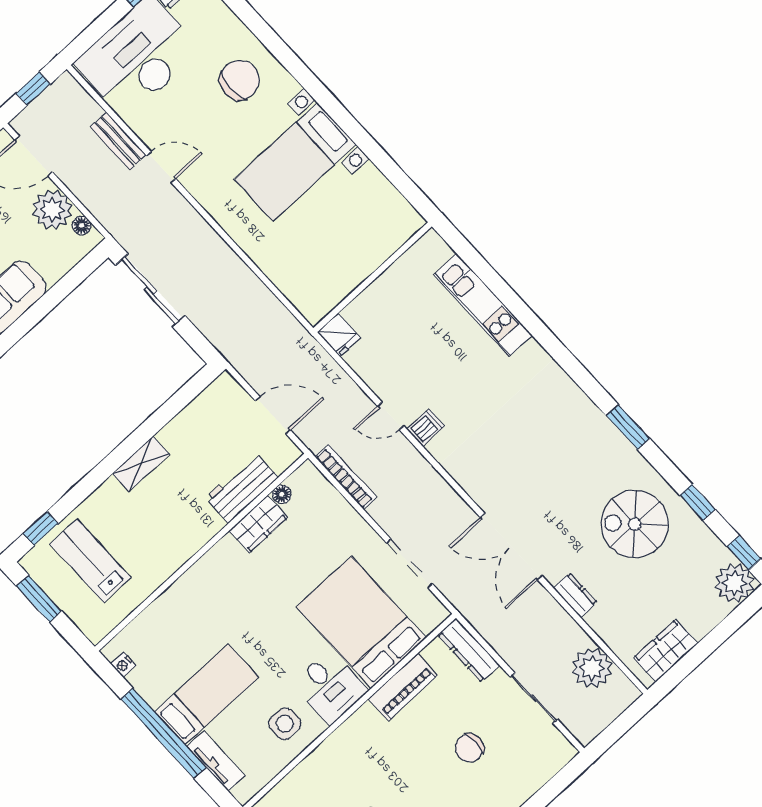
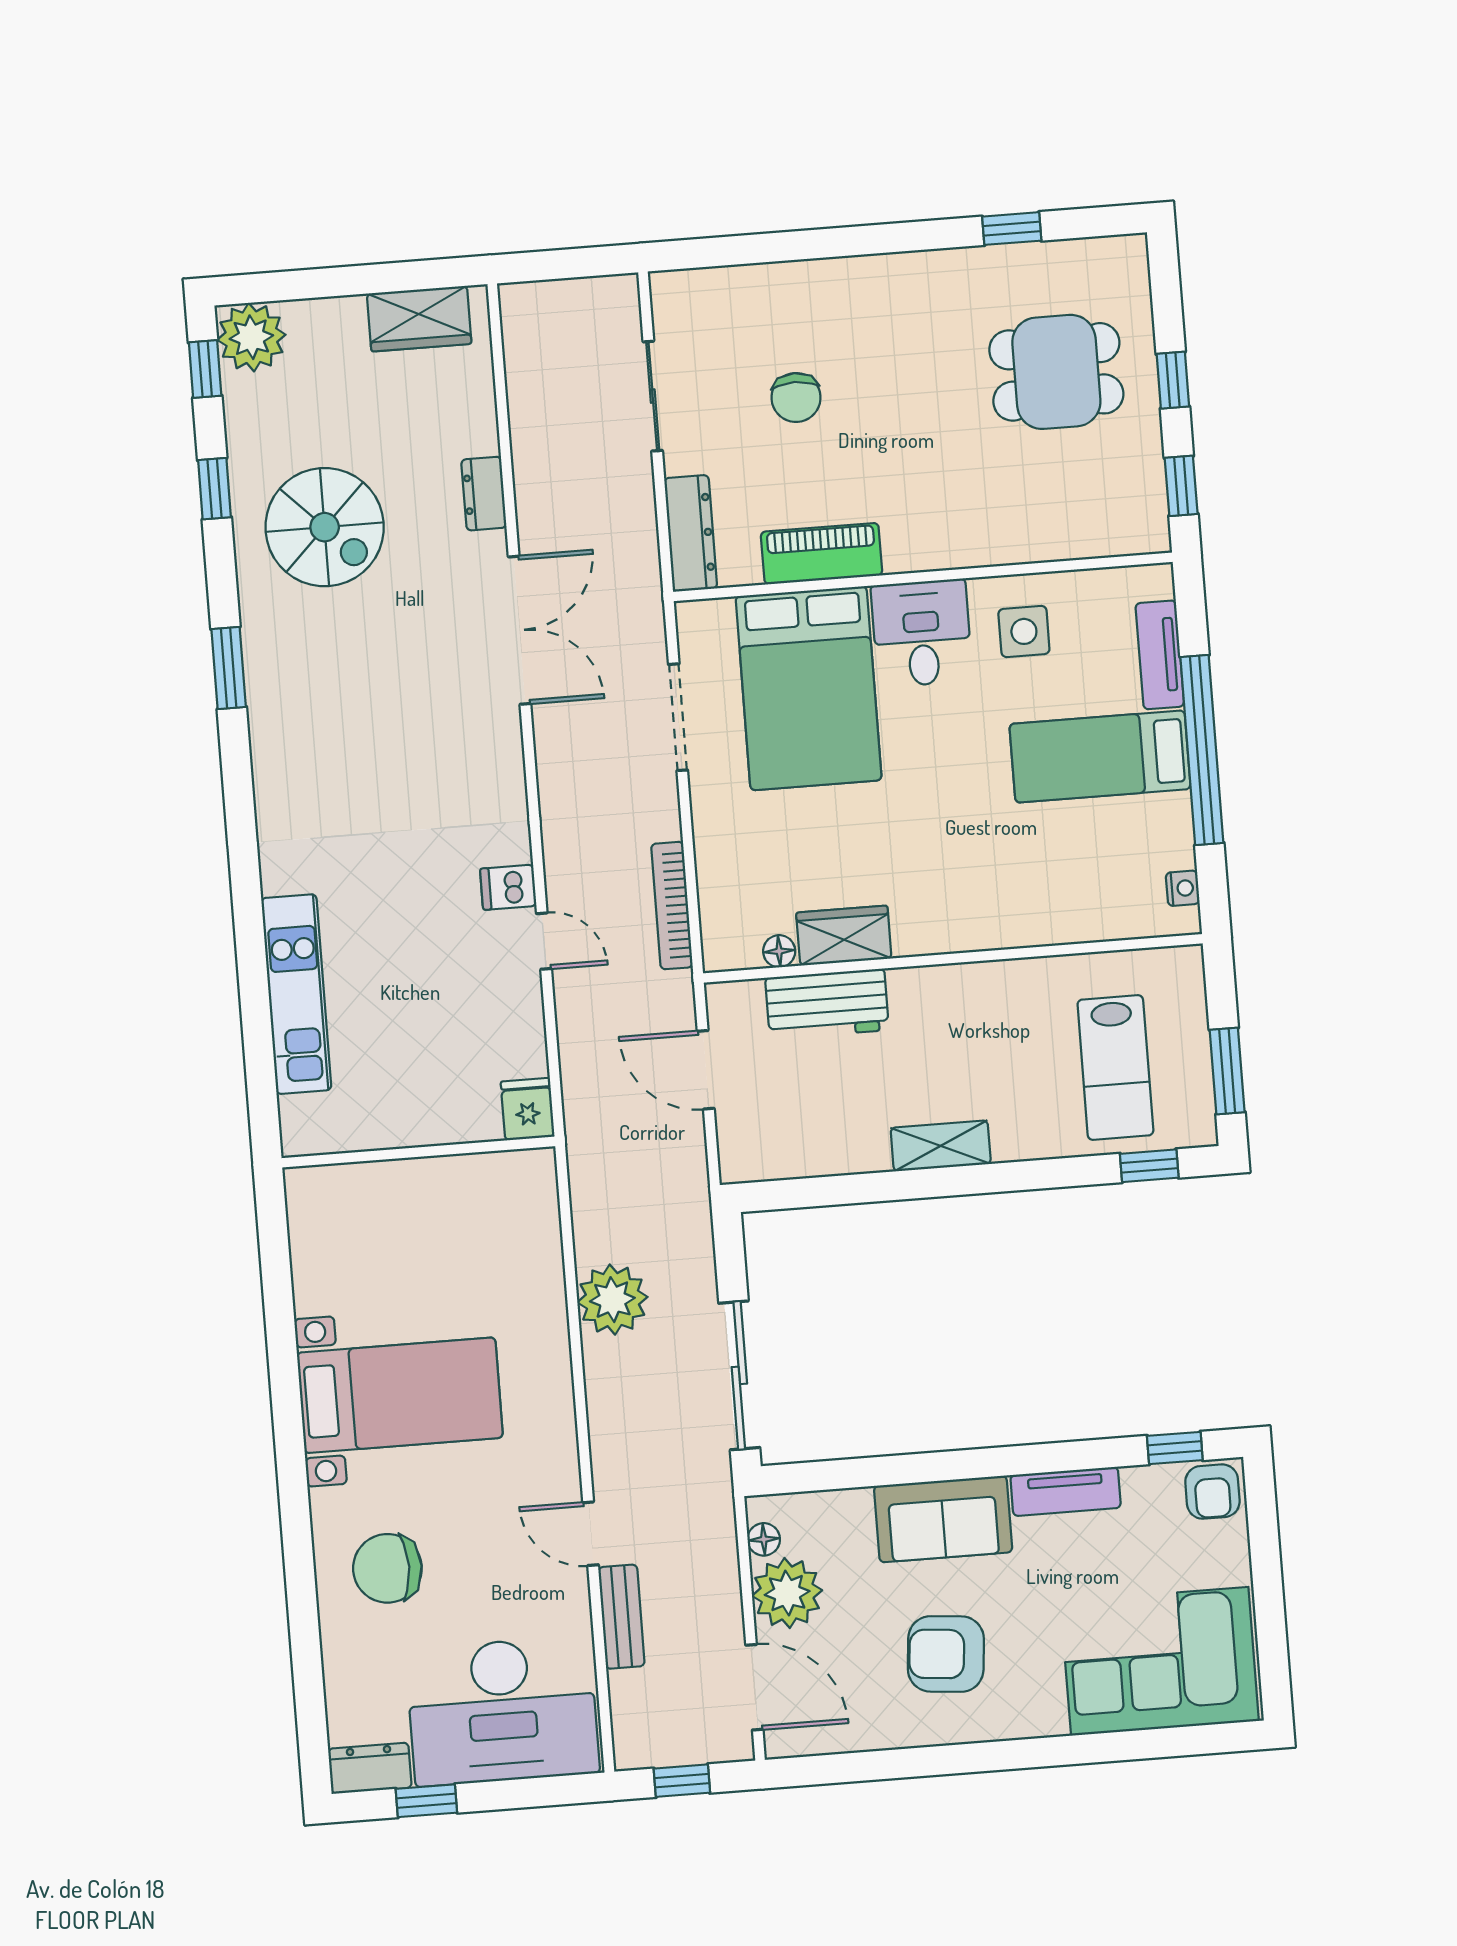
plant: (592, 668) -> (612, 1300), moved
chair: (469, 748) -> (796, 398), turned 90

